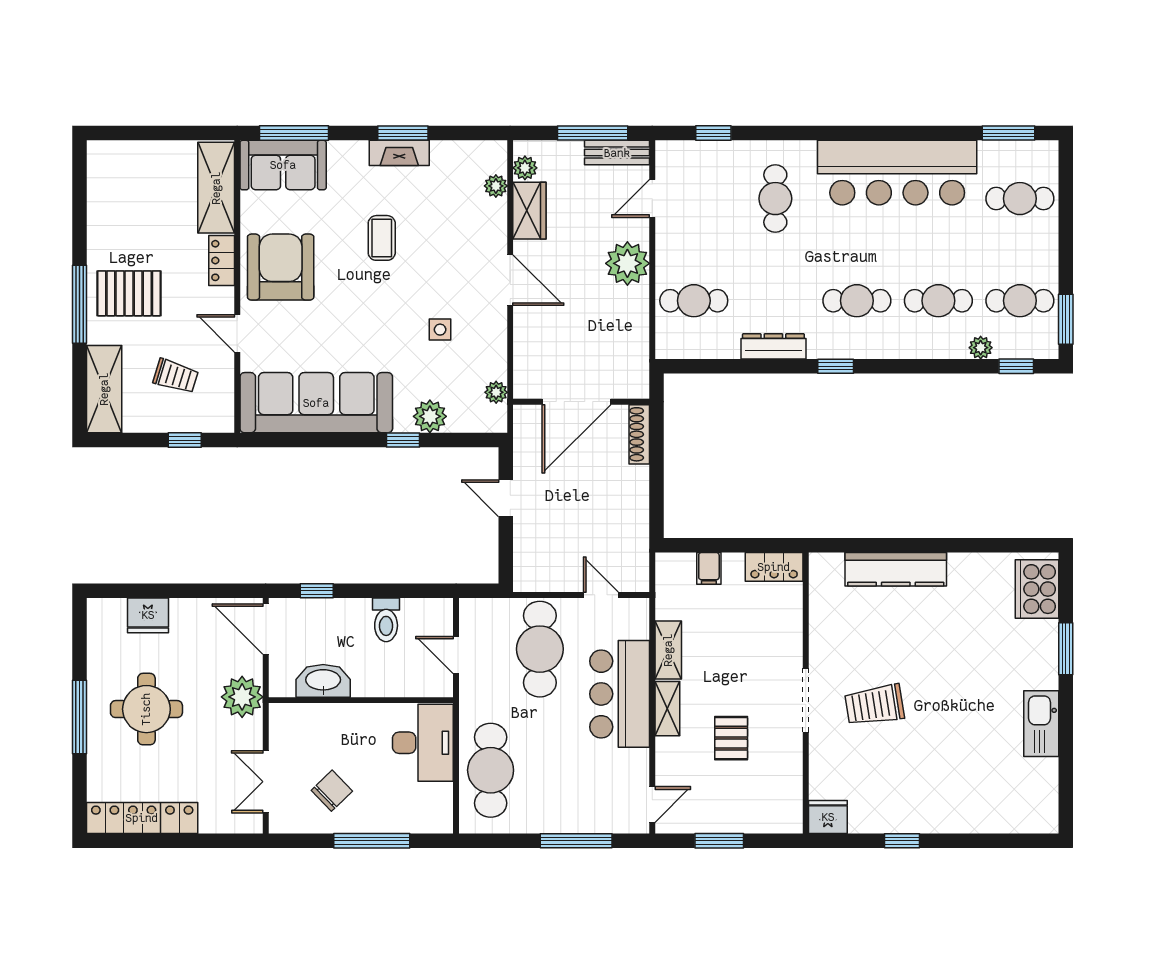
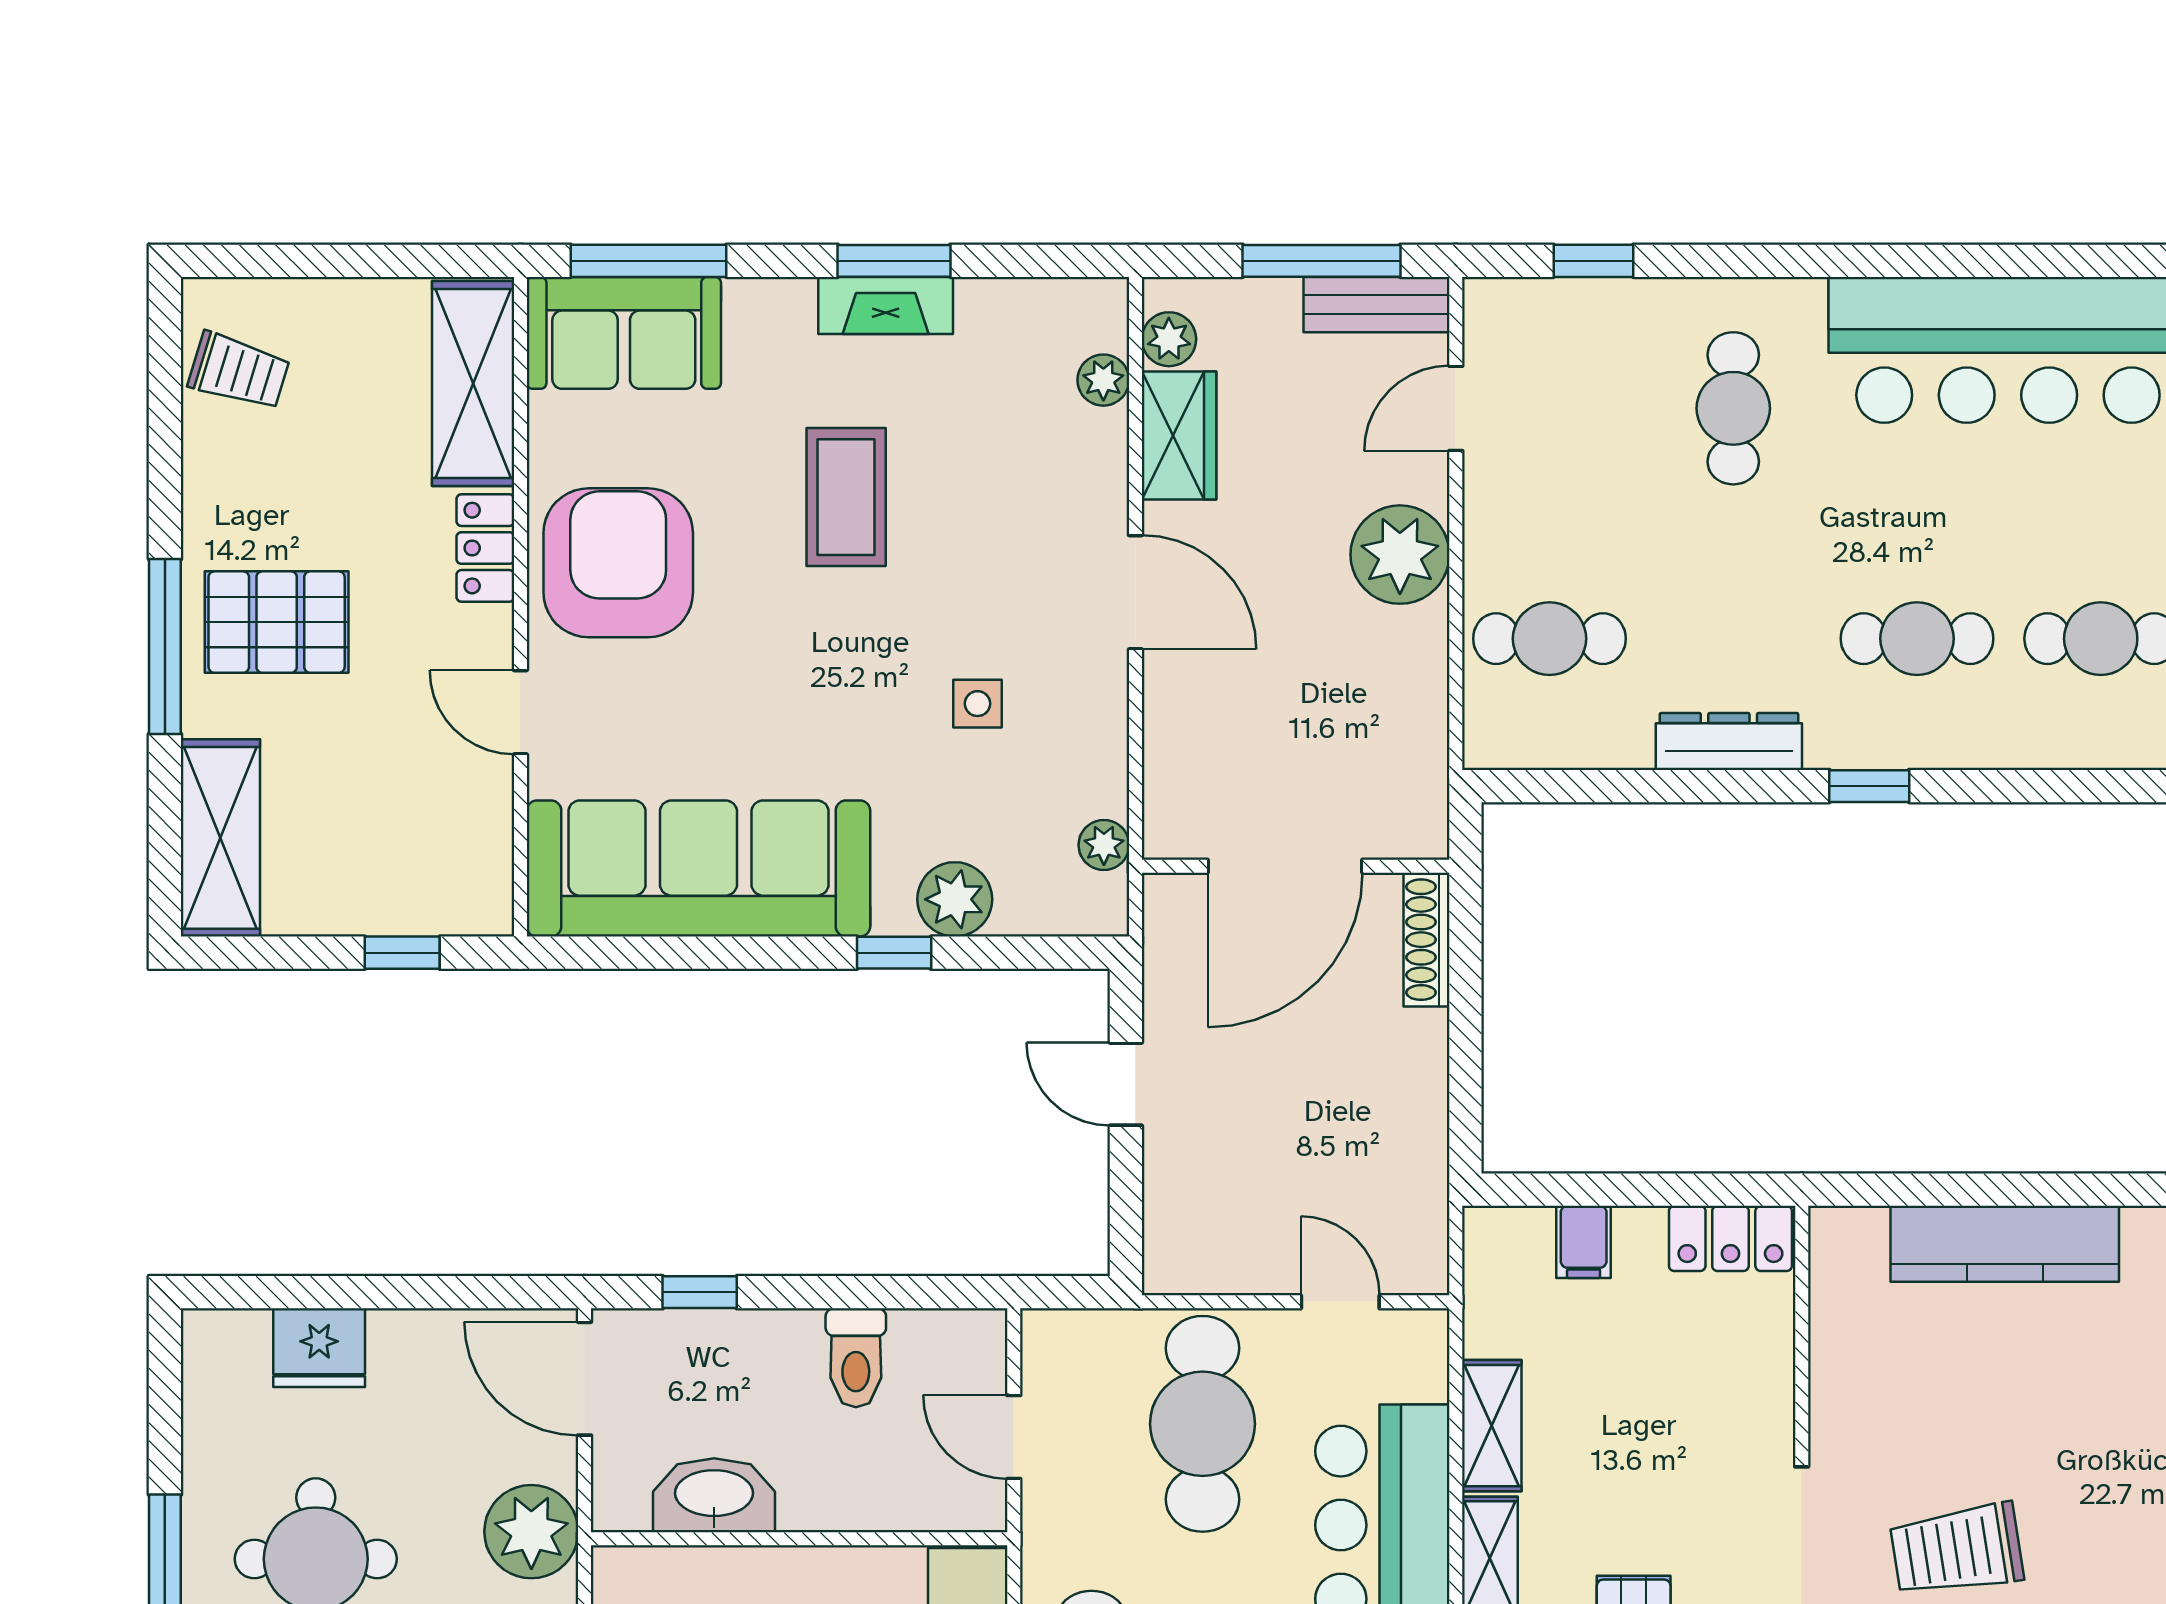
coffee table: (382, 238) -> (846, 497), width x1.36, depth x1.30
trolley: (176, 376) -> (239, 371), moved

